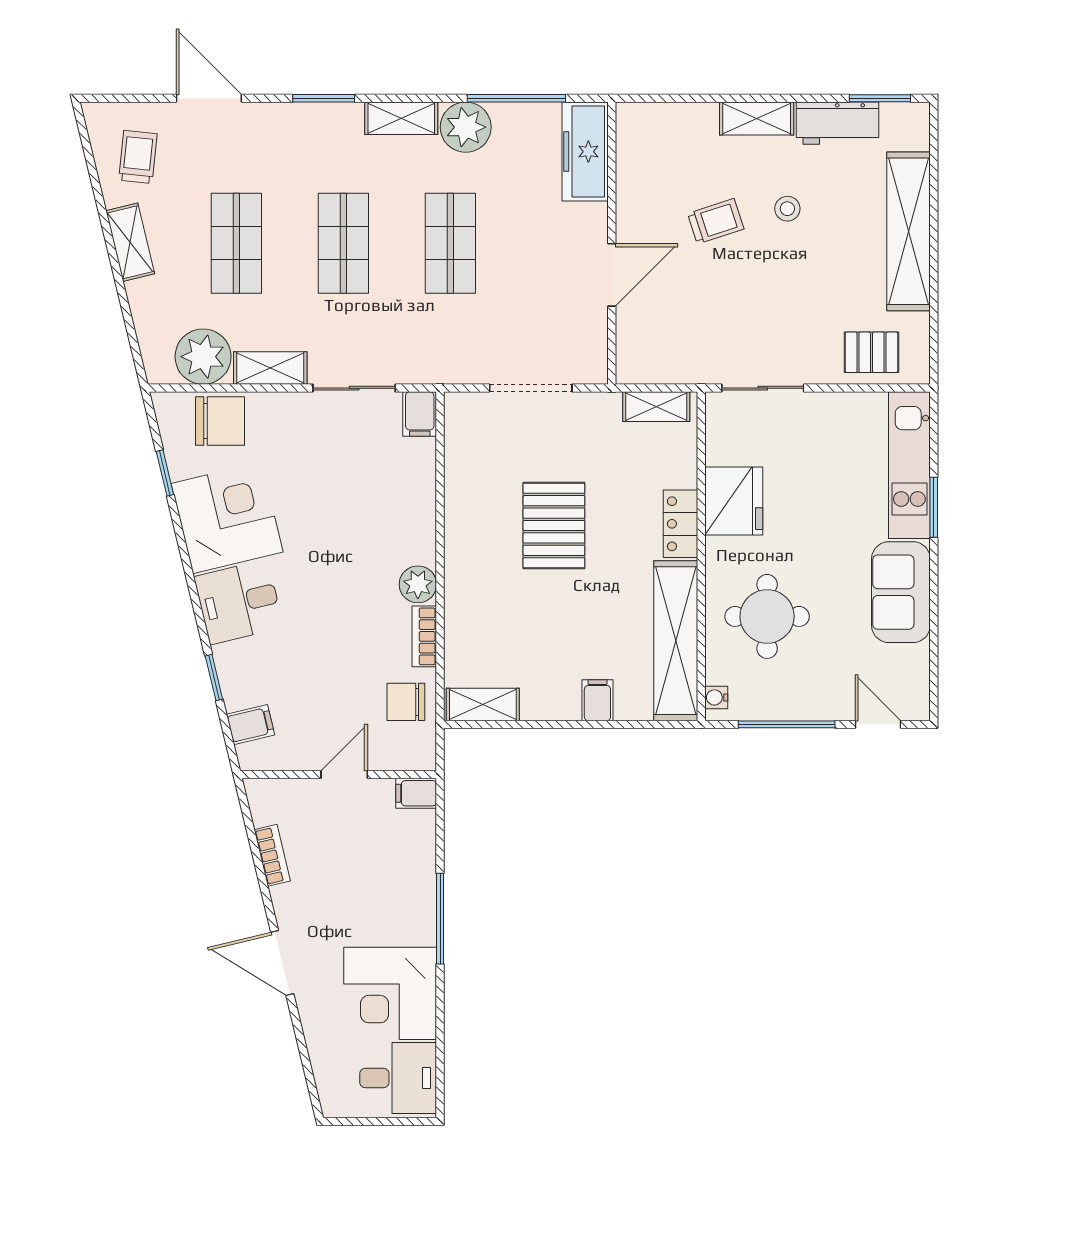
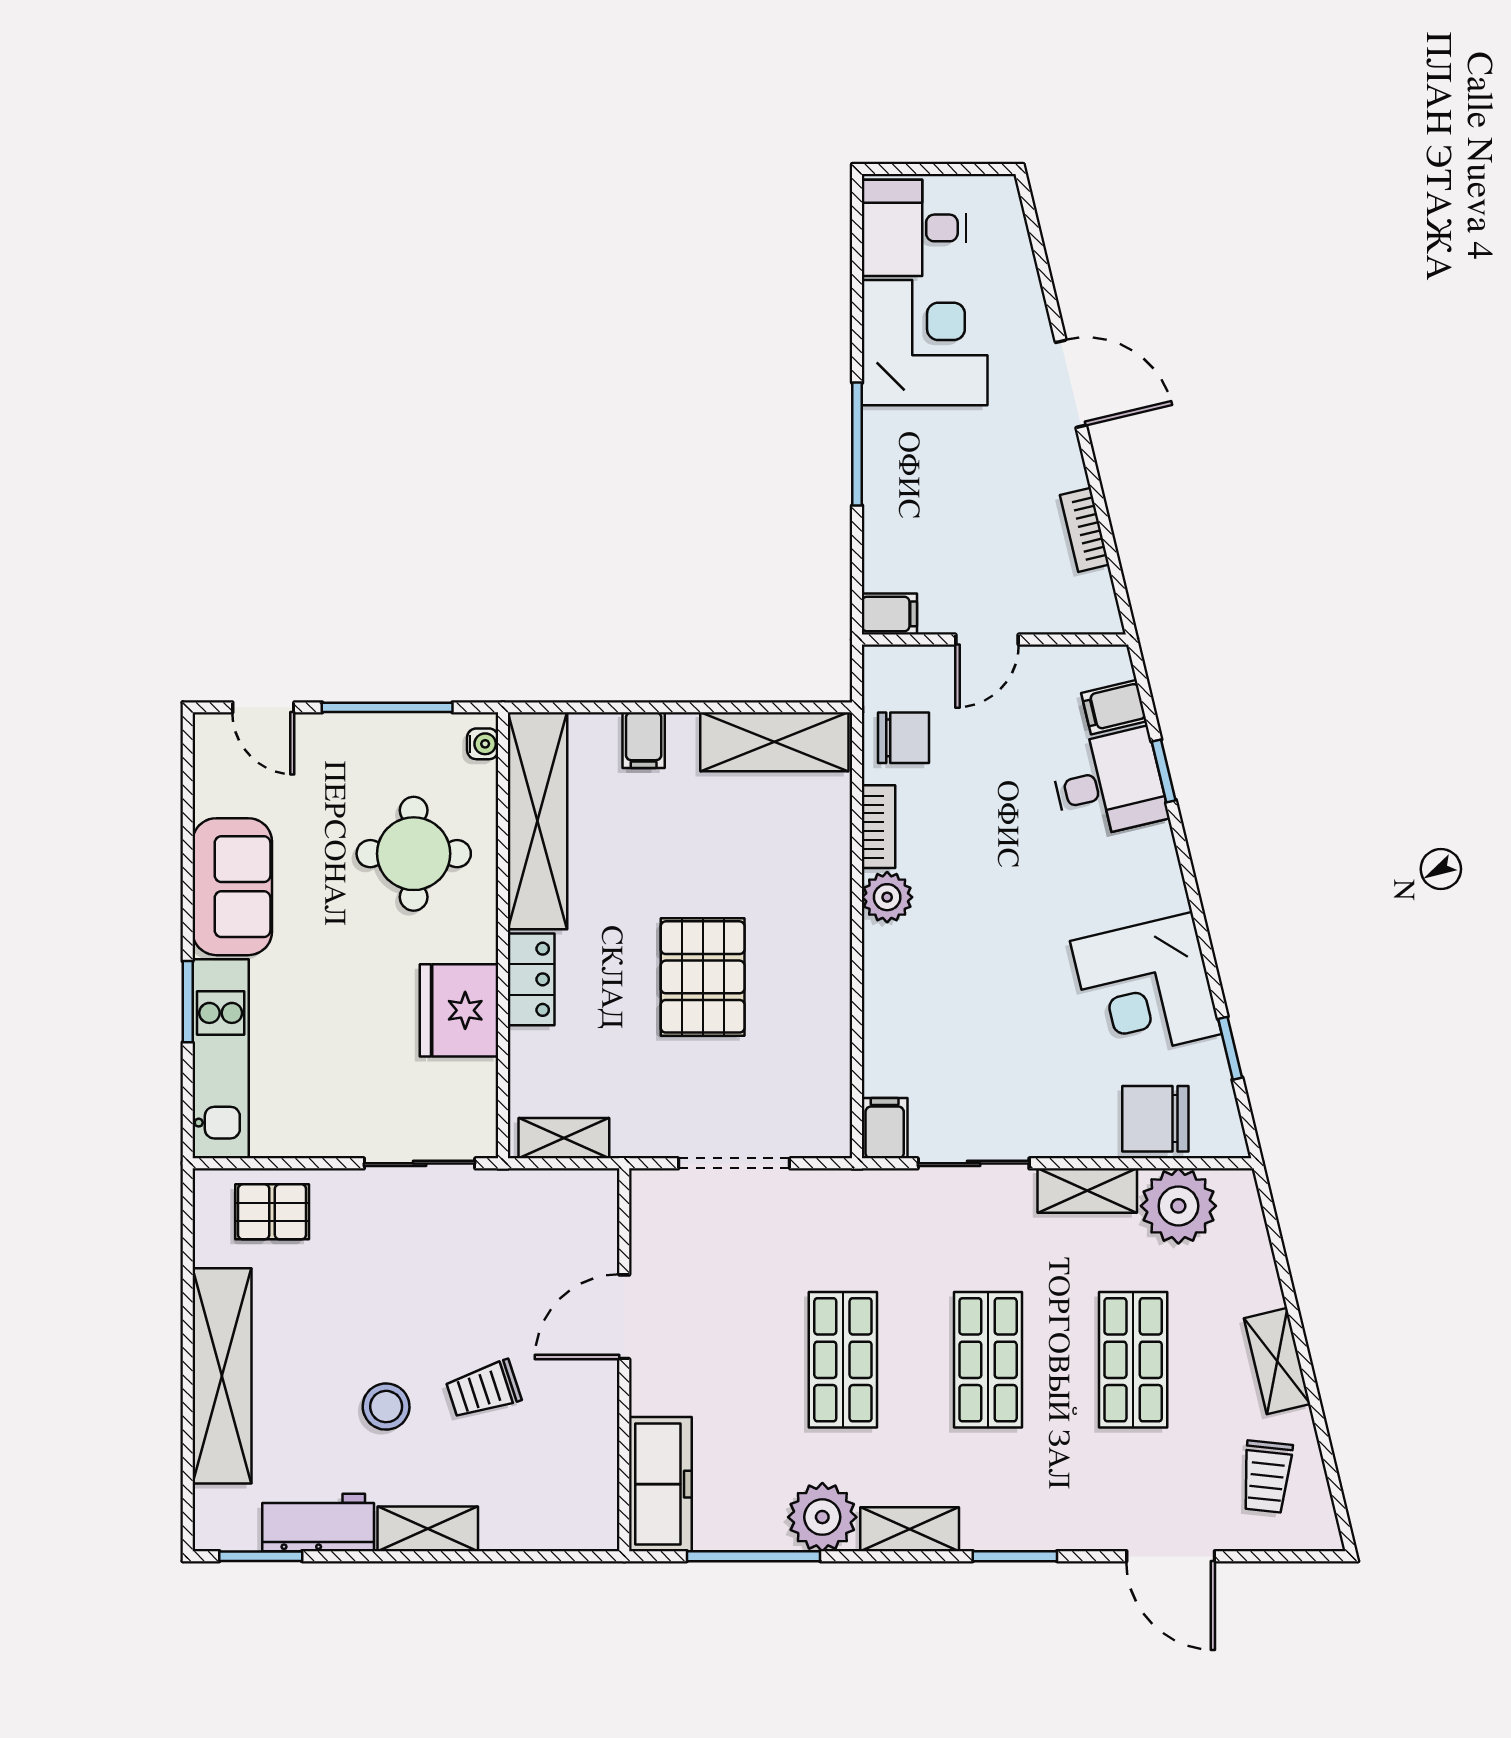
stool: (787, 209) -> (386, 1407), width x1.37, depth x1.37
desk: (239, 602) -> (1109, 784), moved
shelving: (483, 704) -> (774, 742), width x1.50, depth x1.33

